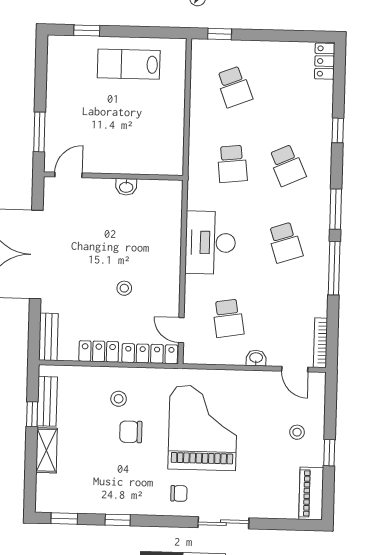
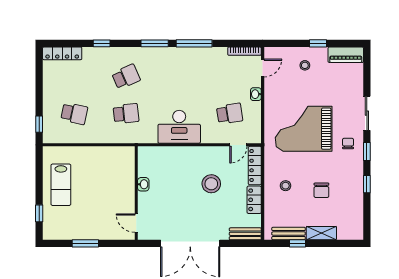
locker: (325, 61) -> (62, 53), width x1.53
school desk: (234, 87) -> (74, 114), turned 33
window: (39, 132) -> (85, 243), moved
school desk: (285, 242) -> (178, 77), removed
stool: (124, 288) -> (211, 184), width x1.89, depth x1.89
chair: (131, 432) -> (321, 190), moved
window: (64, 519) -> (367, 151), moved

